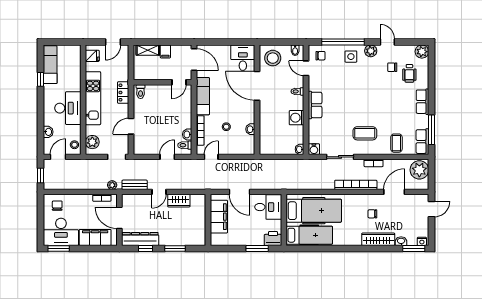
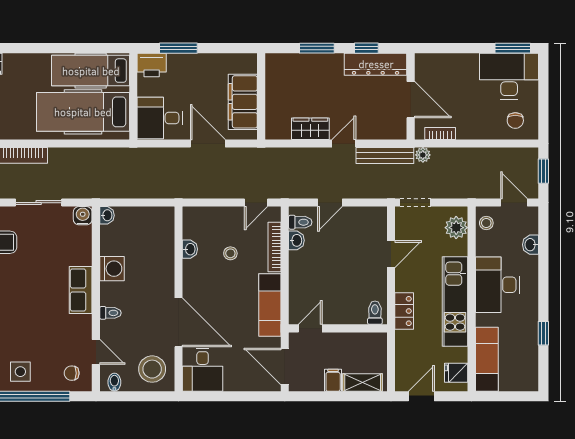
exam couch: (50, 65) -> (487, 359), moved, turned 180
door: (58, 157) -> (514, 203), swing flipped
bench: (135, 185) -> (385, 156), width x1.36
filing cabinet: (95, 237) -> (452, 67), removed

